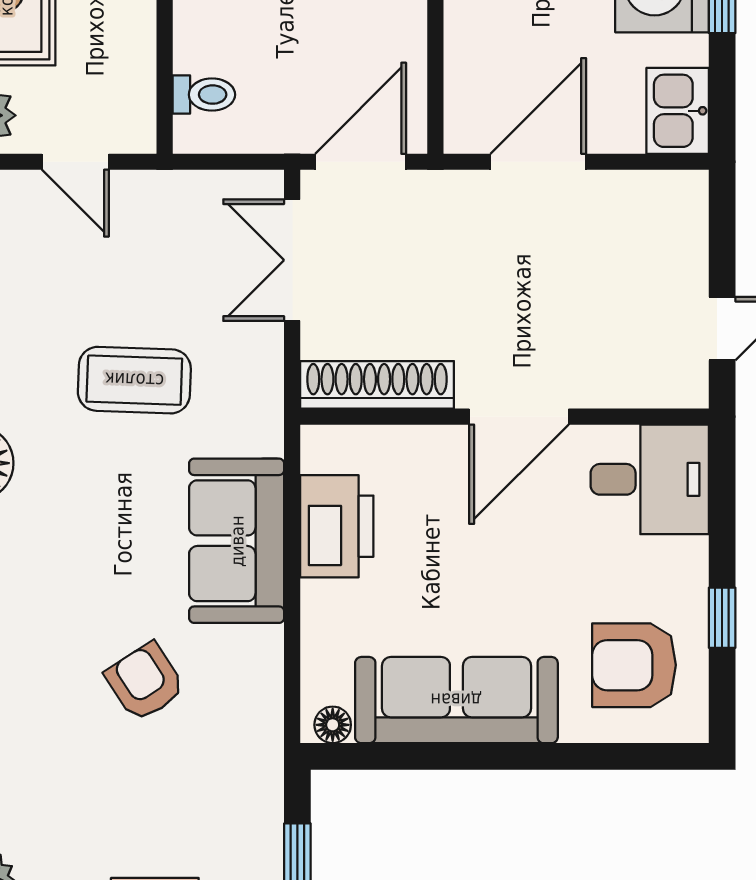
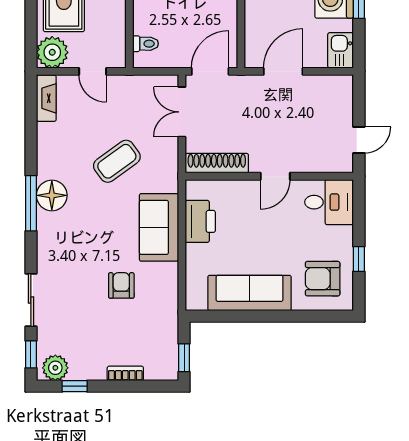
coffee table: (134, 380) -> (117, 161), turned -38
door: (519, 417) -> (275, 176), width x0.73
armchair: (145, 682) -> (121, 285), turned 33
floor lamp: (333, 725) -> (199, 303), removed

